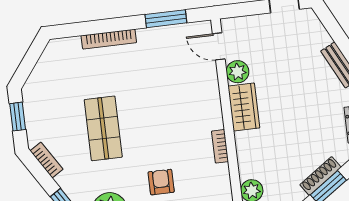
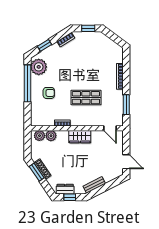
door: (219, 46) -> (110, 128), swing flipped
plant: (238, 72) -> (51, 136), moved
shop shelf: (103, 128) -> (86, 98), moved

